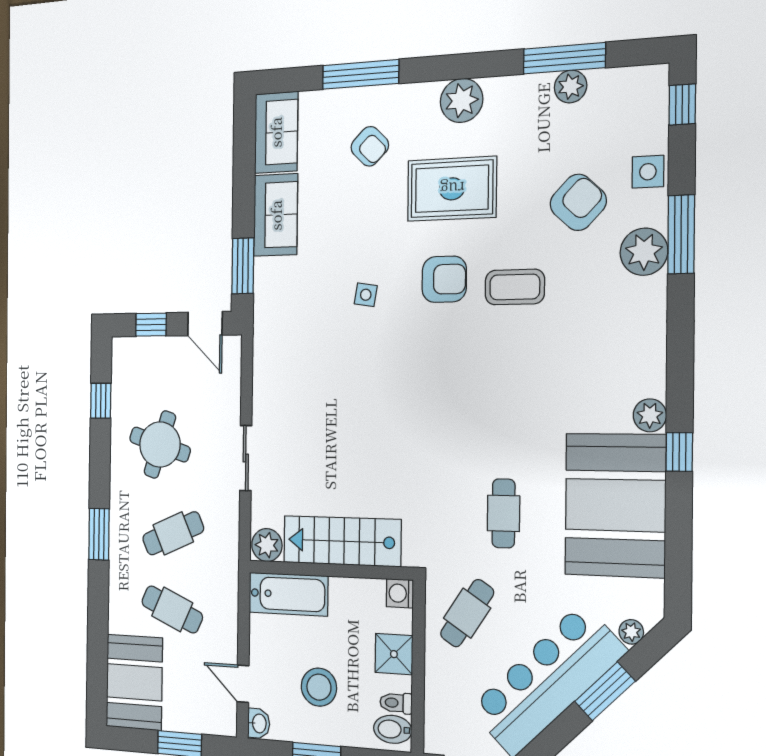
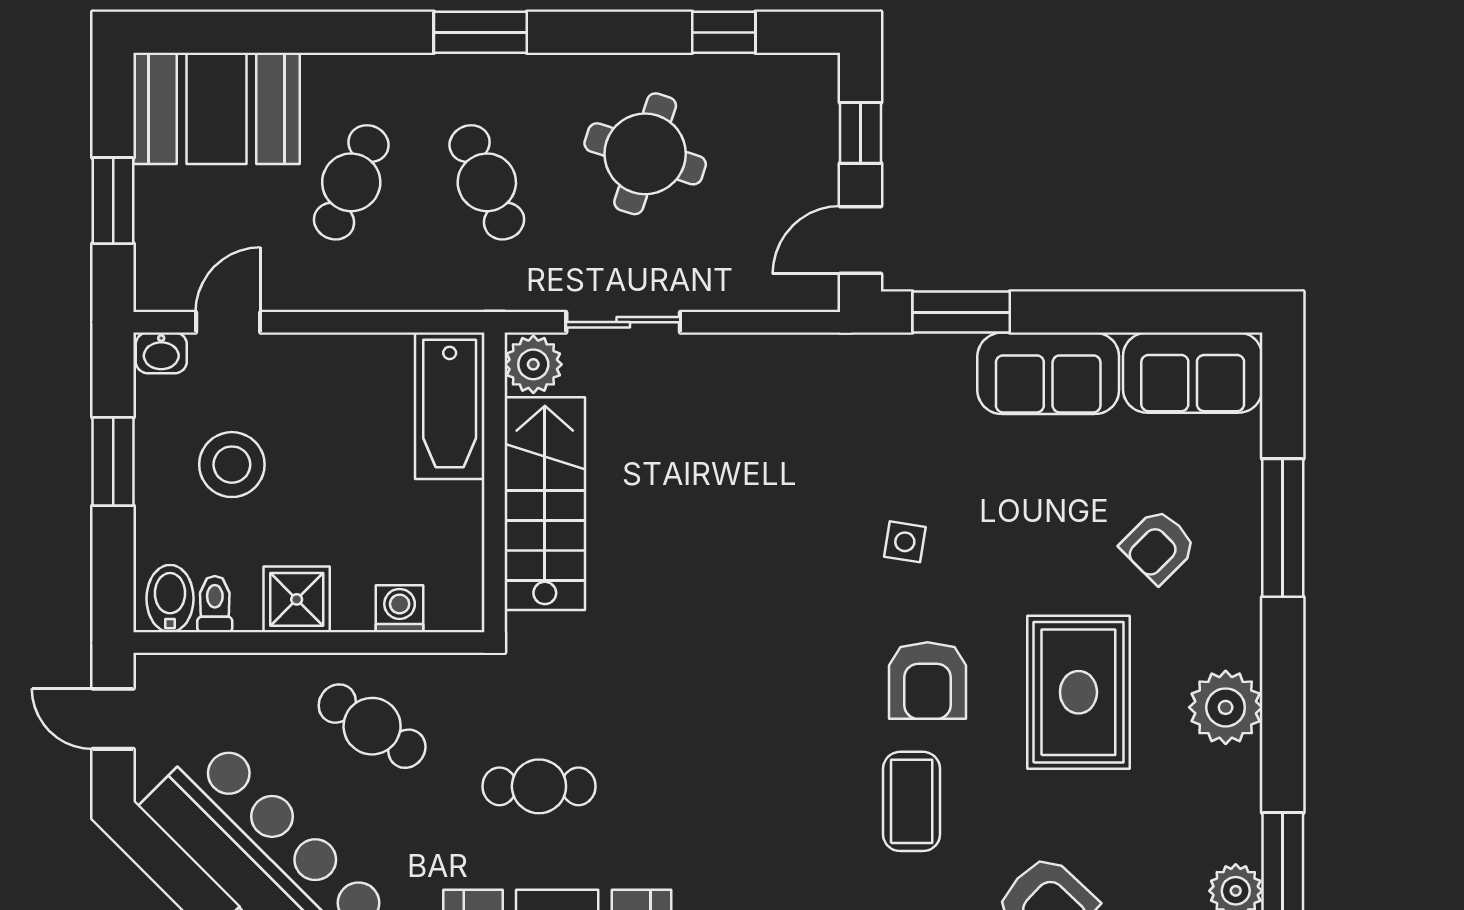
stairs: (342, 541) -> (545, 504), moved
plant: (267, 545) -> (533, 364), moved
wall: (330, 570) -> (494, 482), moved
bathtub: (288, 594) -> (450, 406), moved

